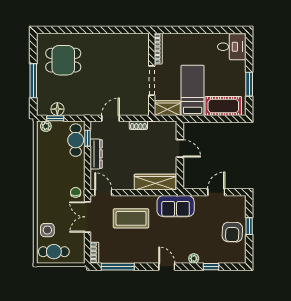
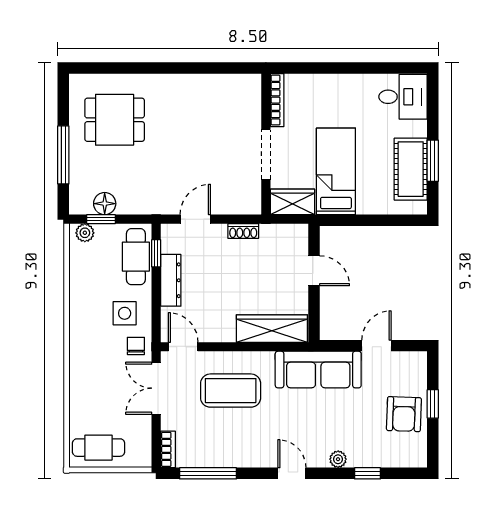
cot: (223, 106) -> (411, 169), moved, turned 90
sofa: (176, 206) -> (318, 370), width x1.36
side table: (47, 230) -> (125, 313), moved

